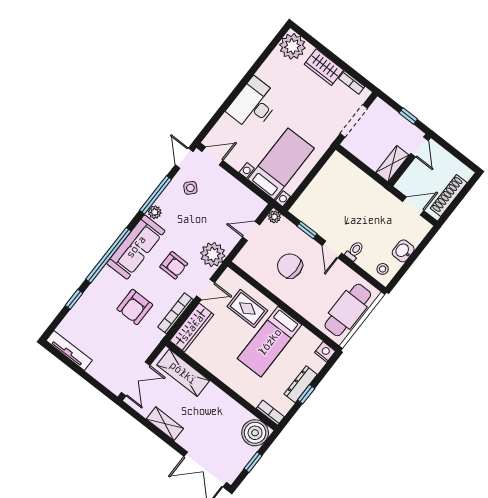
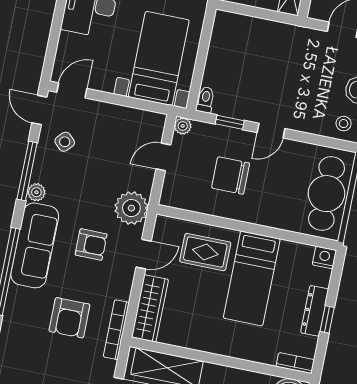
door: (332, 249) -> (271, 131), hinge flipped
toilet: (355, 251) -> (205, 100), moved
bookcase: (176, 313) -> (116, 330), moved

